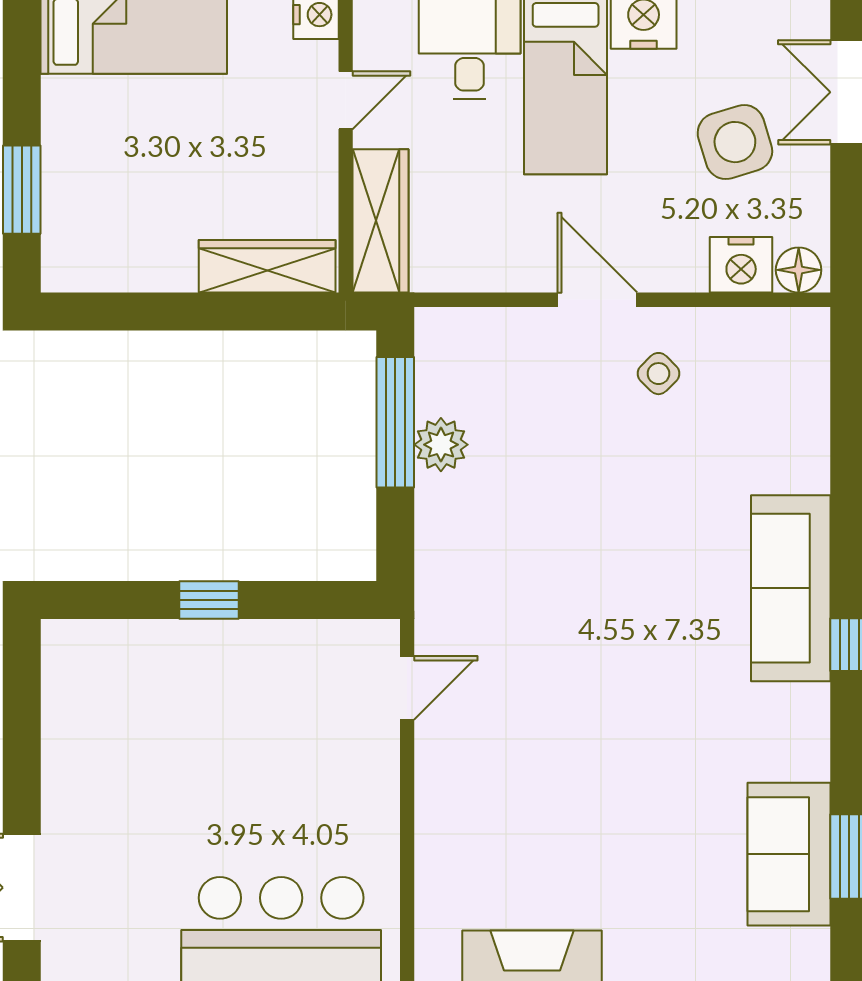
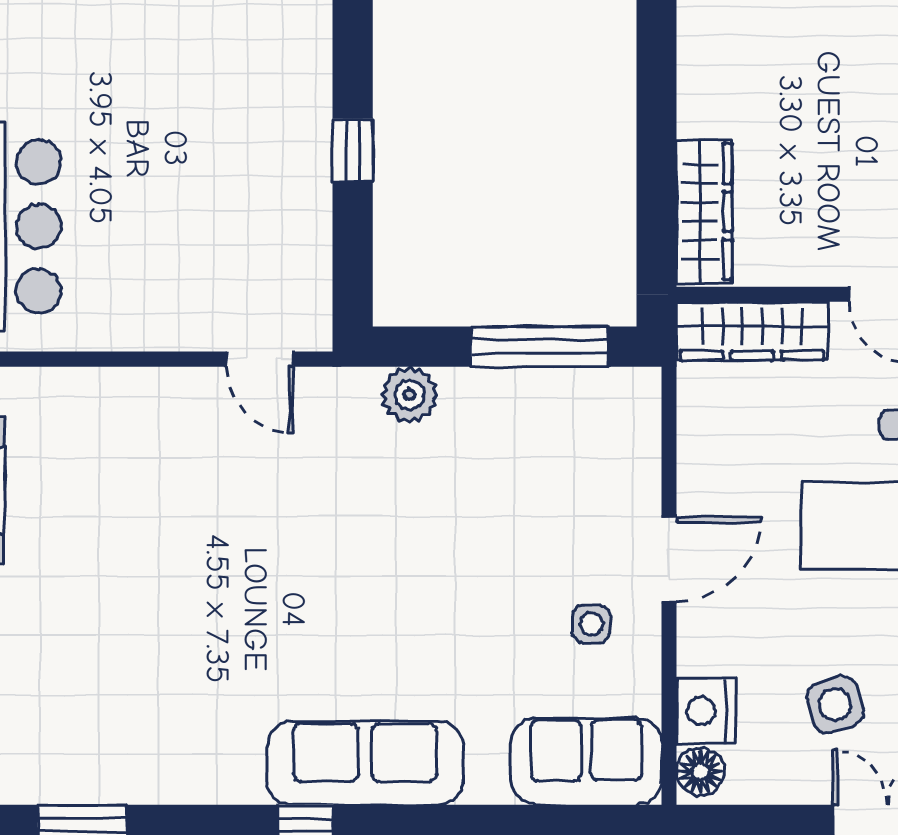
side table: (735, 142) -> (835, 705), width x0.73, depth x0.73
side table: (658, 374) -> (591, 624), turned 45
plant: (441, 445) -> (409, 395), moved
sofa: (789, 854) -> (586, 761), moved

